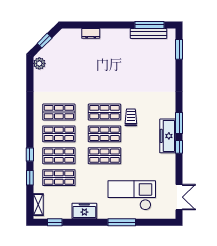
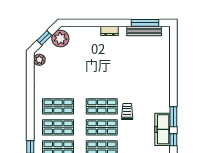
dresser: (91, 33) -> (109, 31), moved
plant: (61, 41) -> (60, 39), added
window: (179, 49) -> (173, 46), removed

